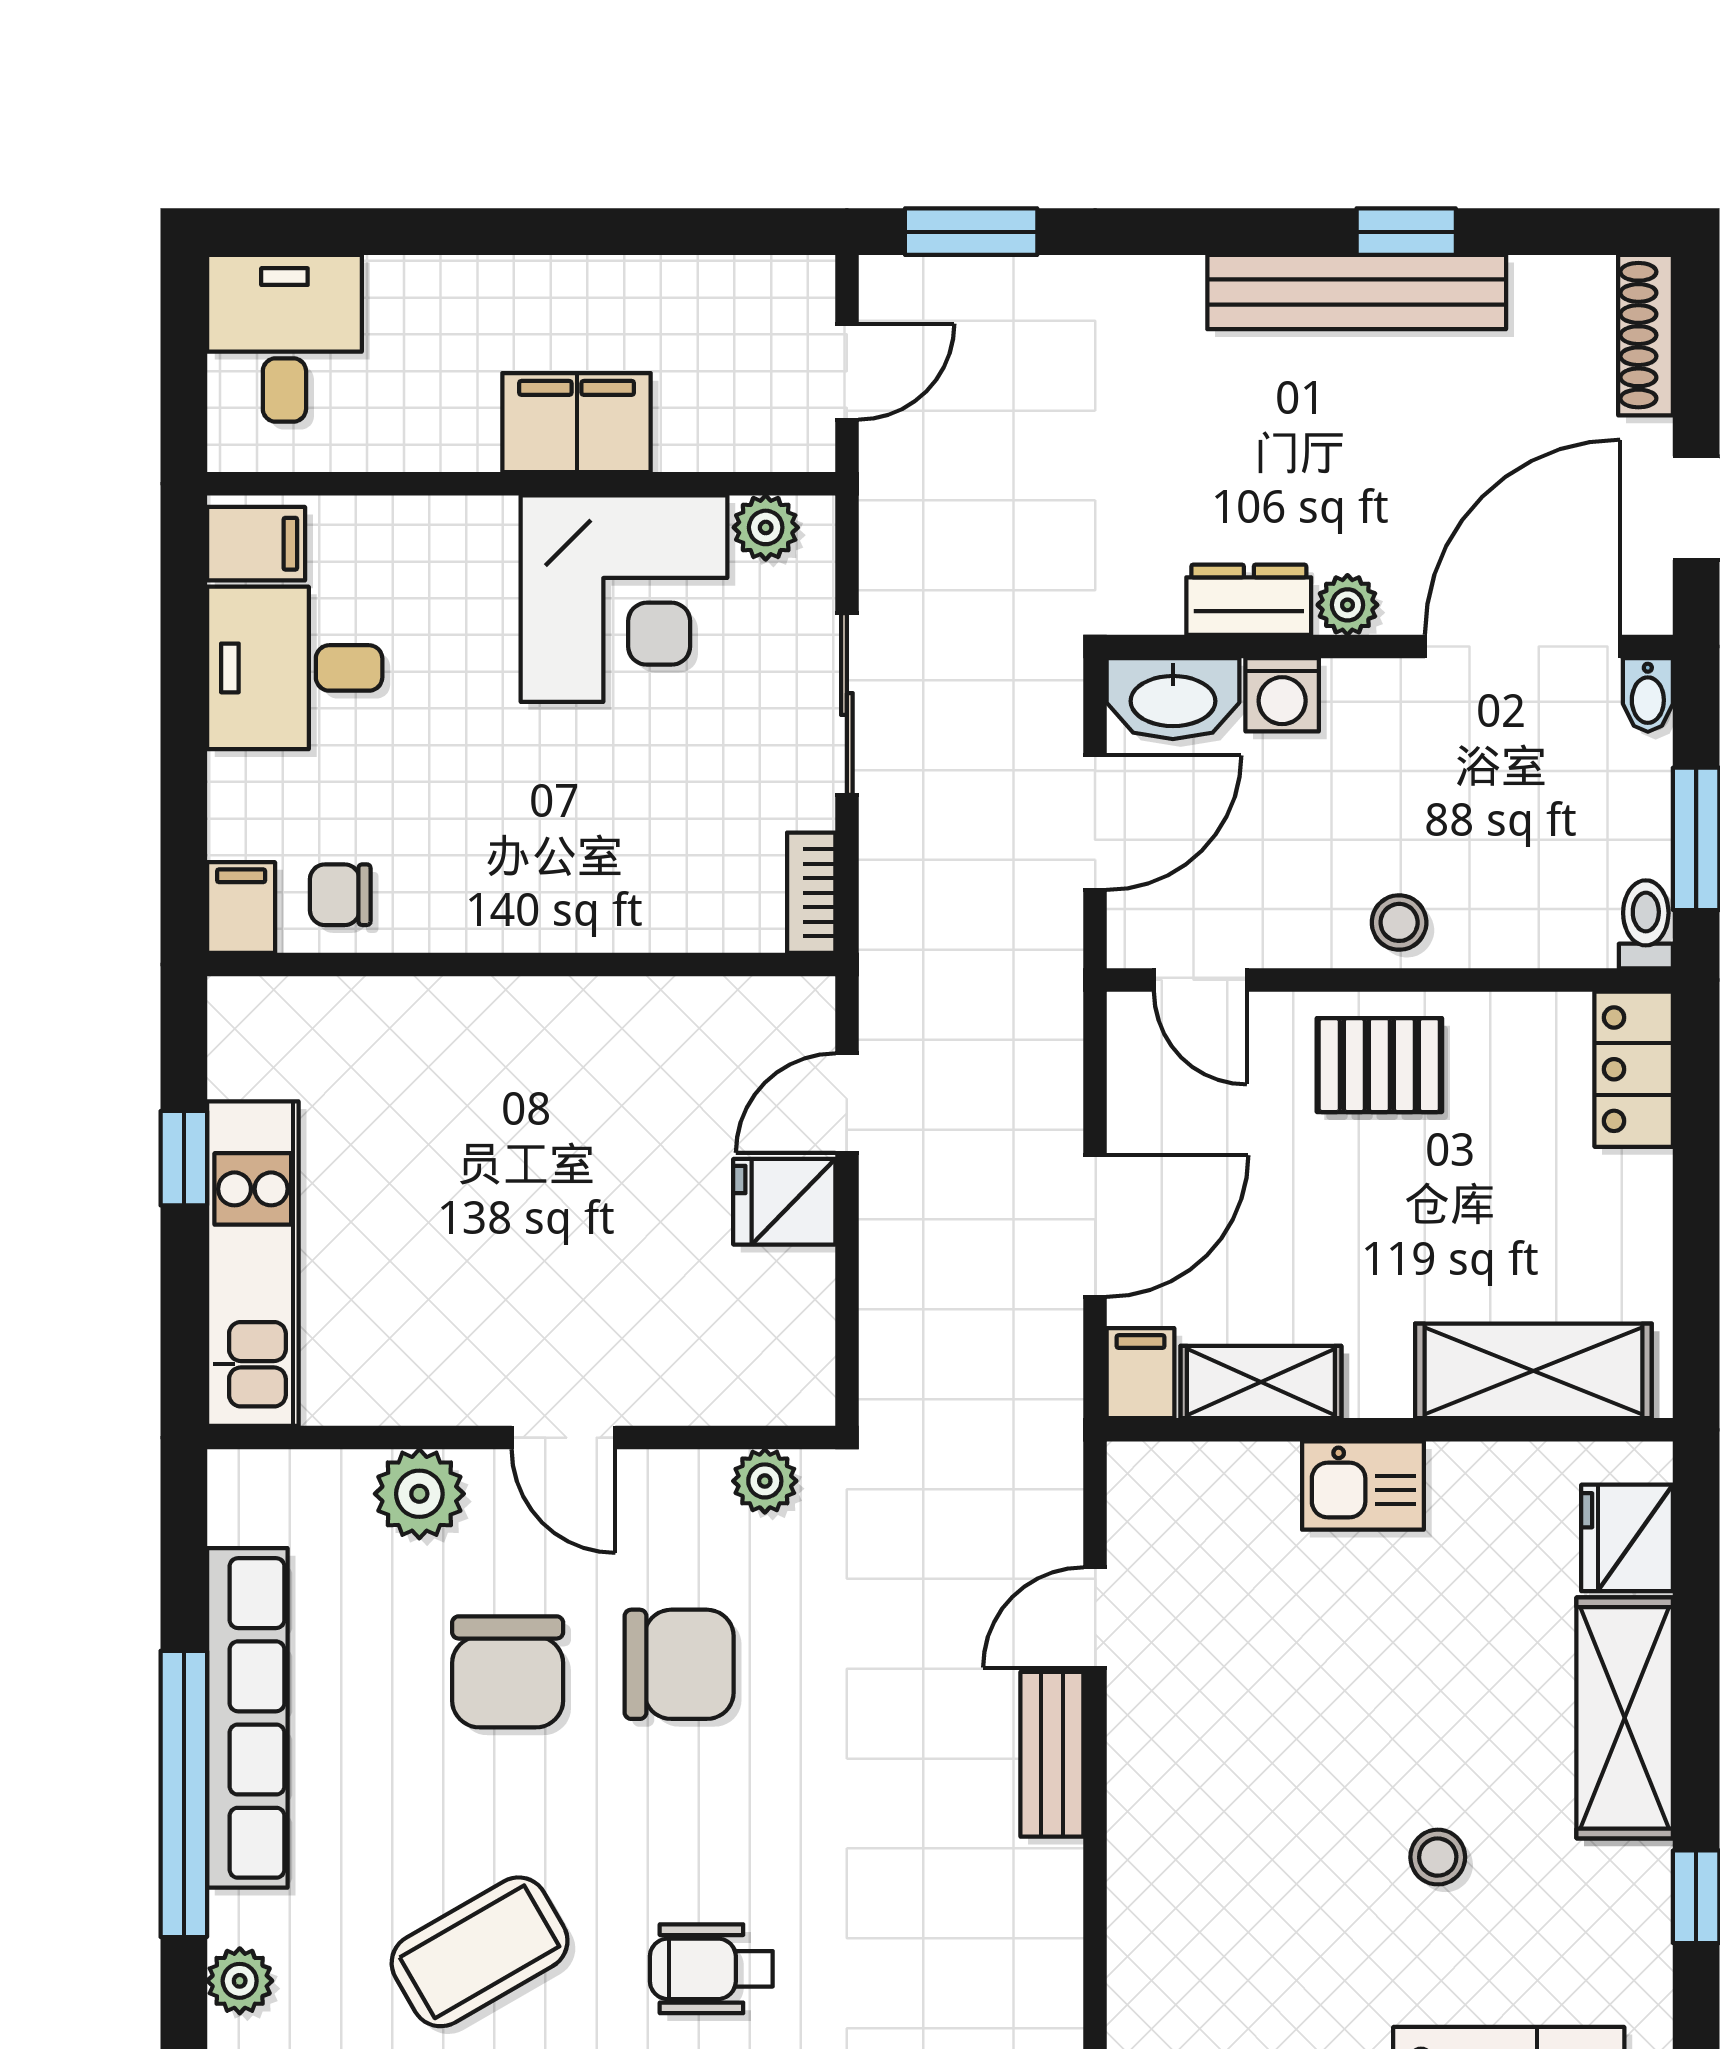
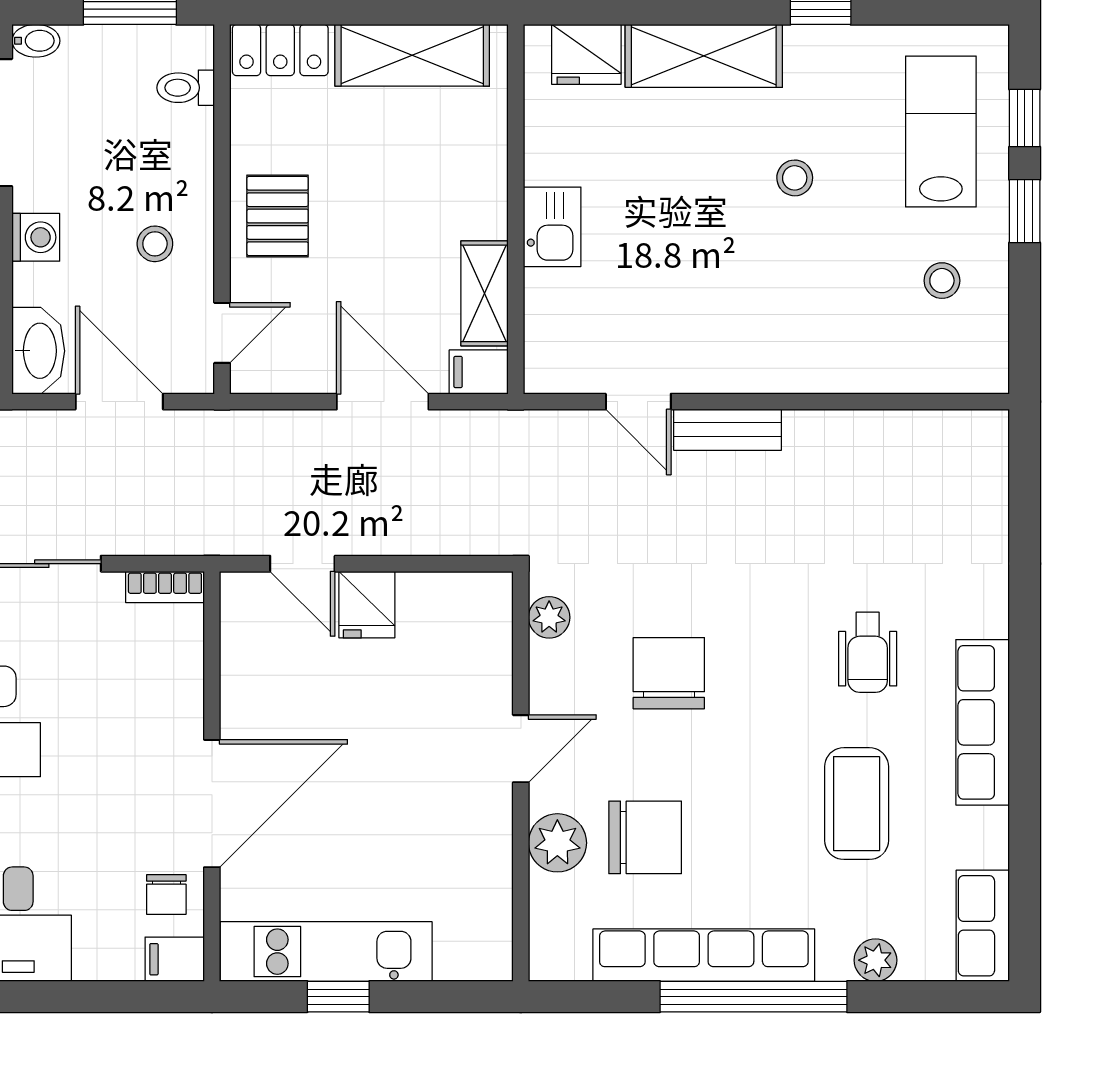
washing machine: (1282, 695) -> (36, 237), moved
stool: (1399, 922) -> (155, 244), moved
toilet: (1646, 924) -> (186, 88), moved
door: (479, 964) -> (212, 804), added
kitchen unit: (253, 1264) -> (326, 952), moved
shelving: (1533, 1371) -> (412, 55), moved, turned 90
chair: (508, 1672) -> (645, 837), moved
coffee table: (480, 1952) -> (857, 804), turned 30

